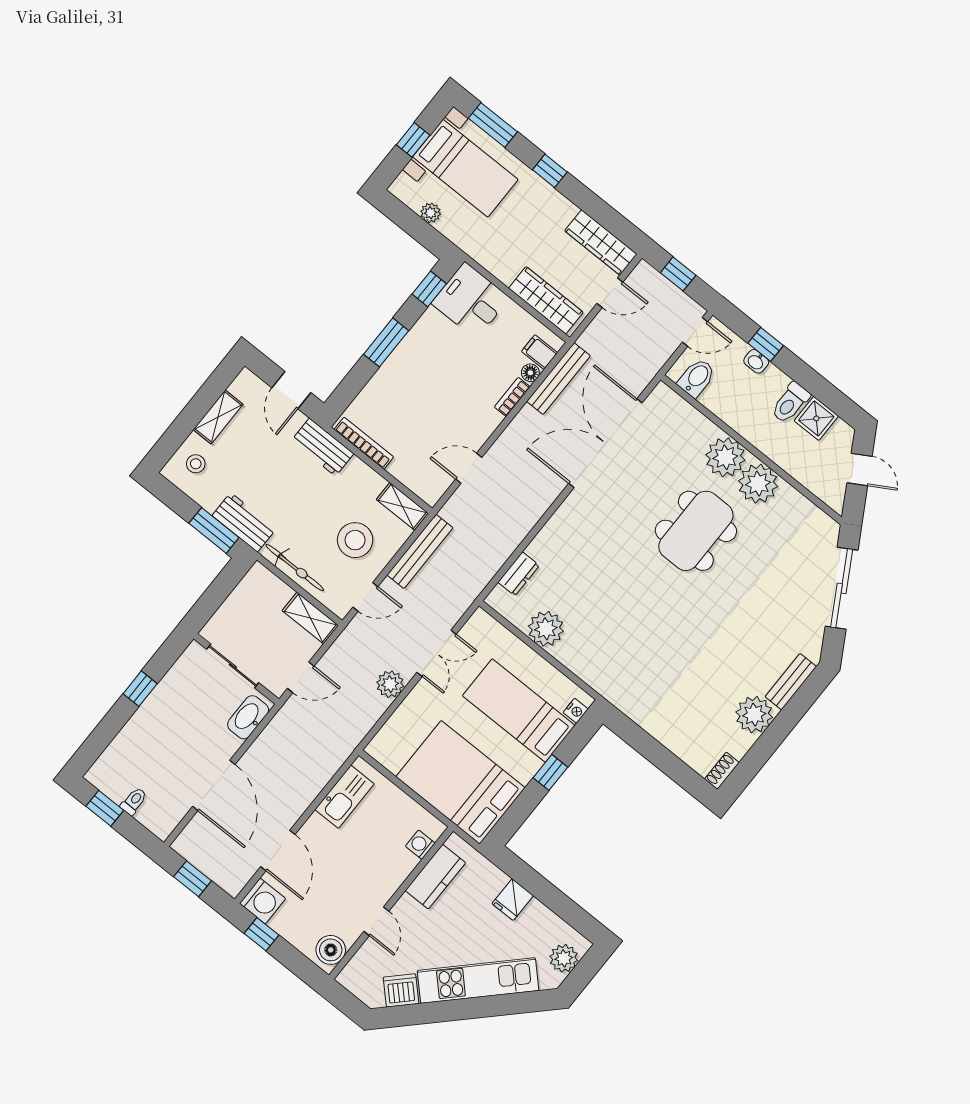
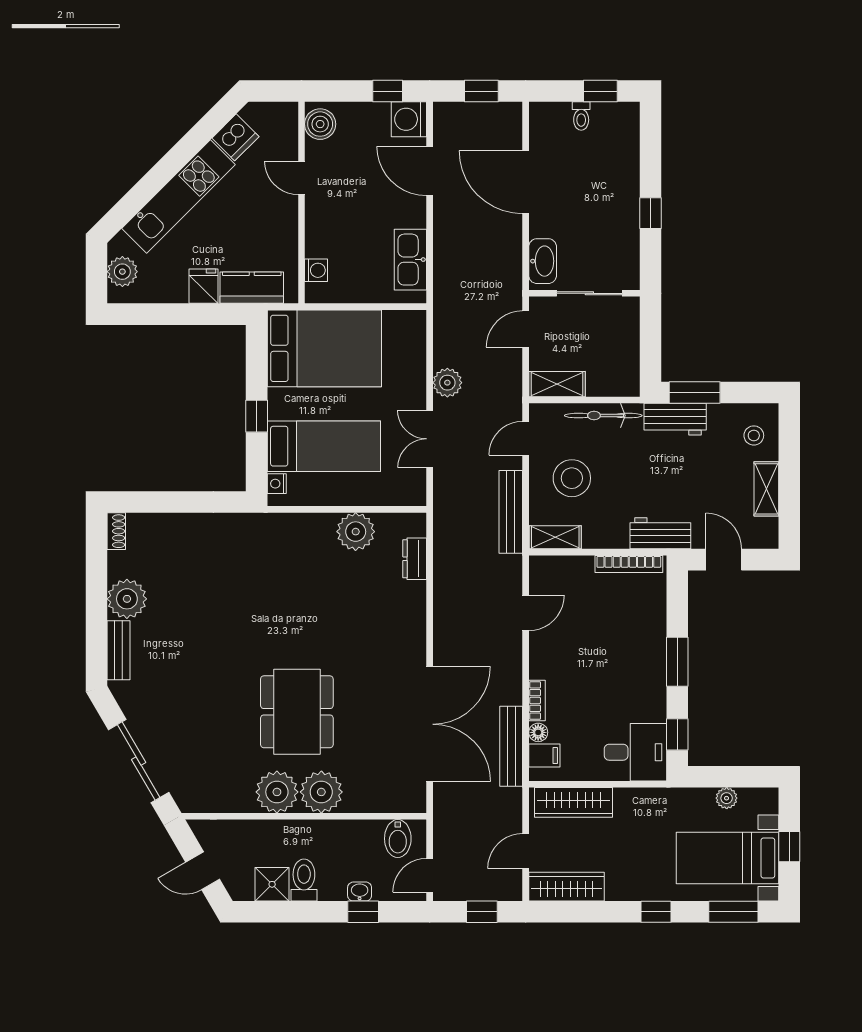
kitchen counter: (435, 877) -> (252, 288), moved, turned 90

